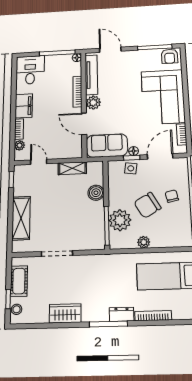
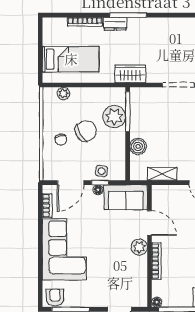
tv unit: (91, 75) -> (141, 280), removed
plant: (144, 242) -> (63, 93), moved
wardrobe: (65, 313) -> (130, 74), moved, turned 180

